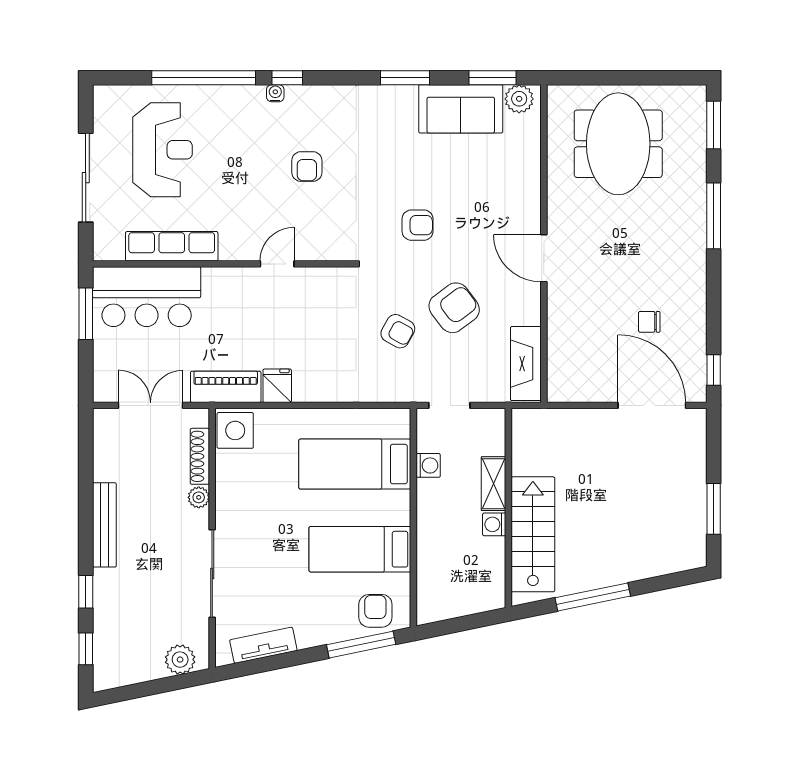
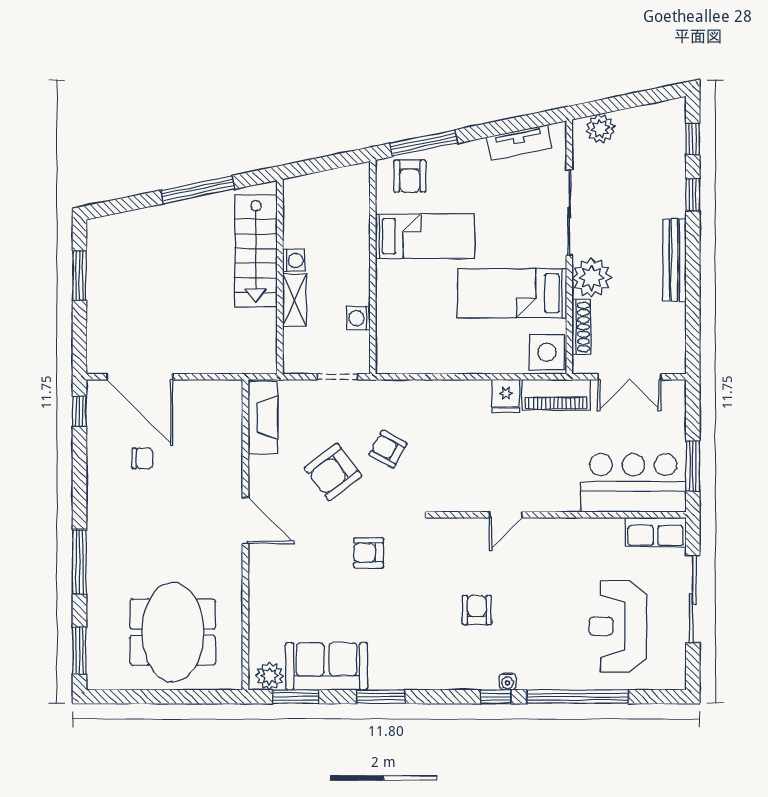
row of seats: (172, 246) -> (656, 532), moved, width x0.68
bed: (355, 464) -> (512, 293), moved, turned 180
plant: (199, 497) -> (592, 278), width x1.88, depth x1.88

